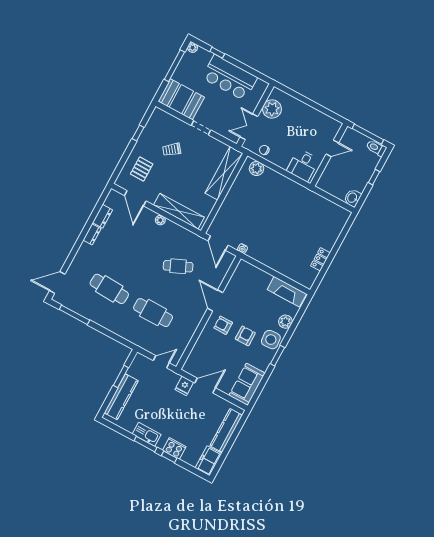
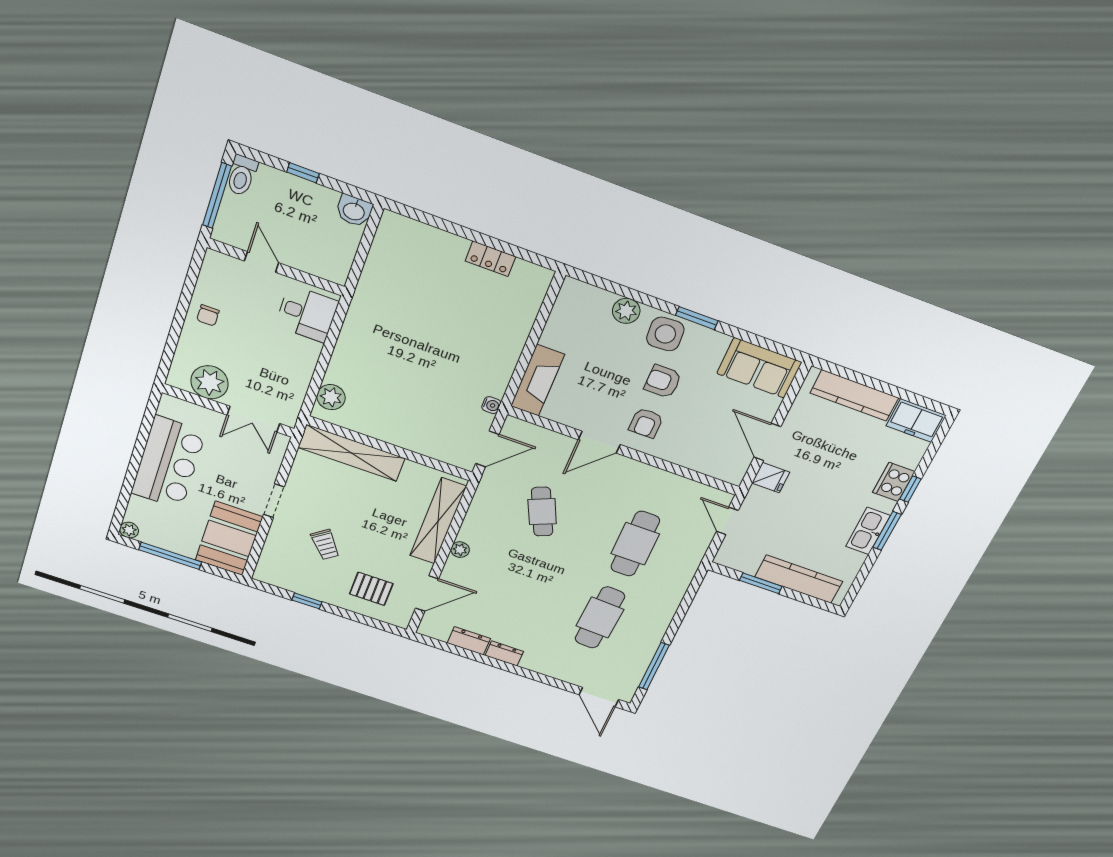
window: (217, 53) -> (127, 489), removed
chair: (264, 150) -> (208, 315), moved
fireplace: (287, 292) -> (538, 380), moved

